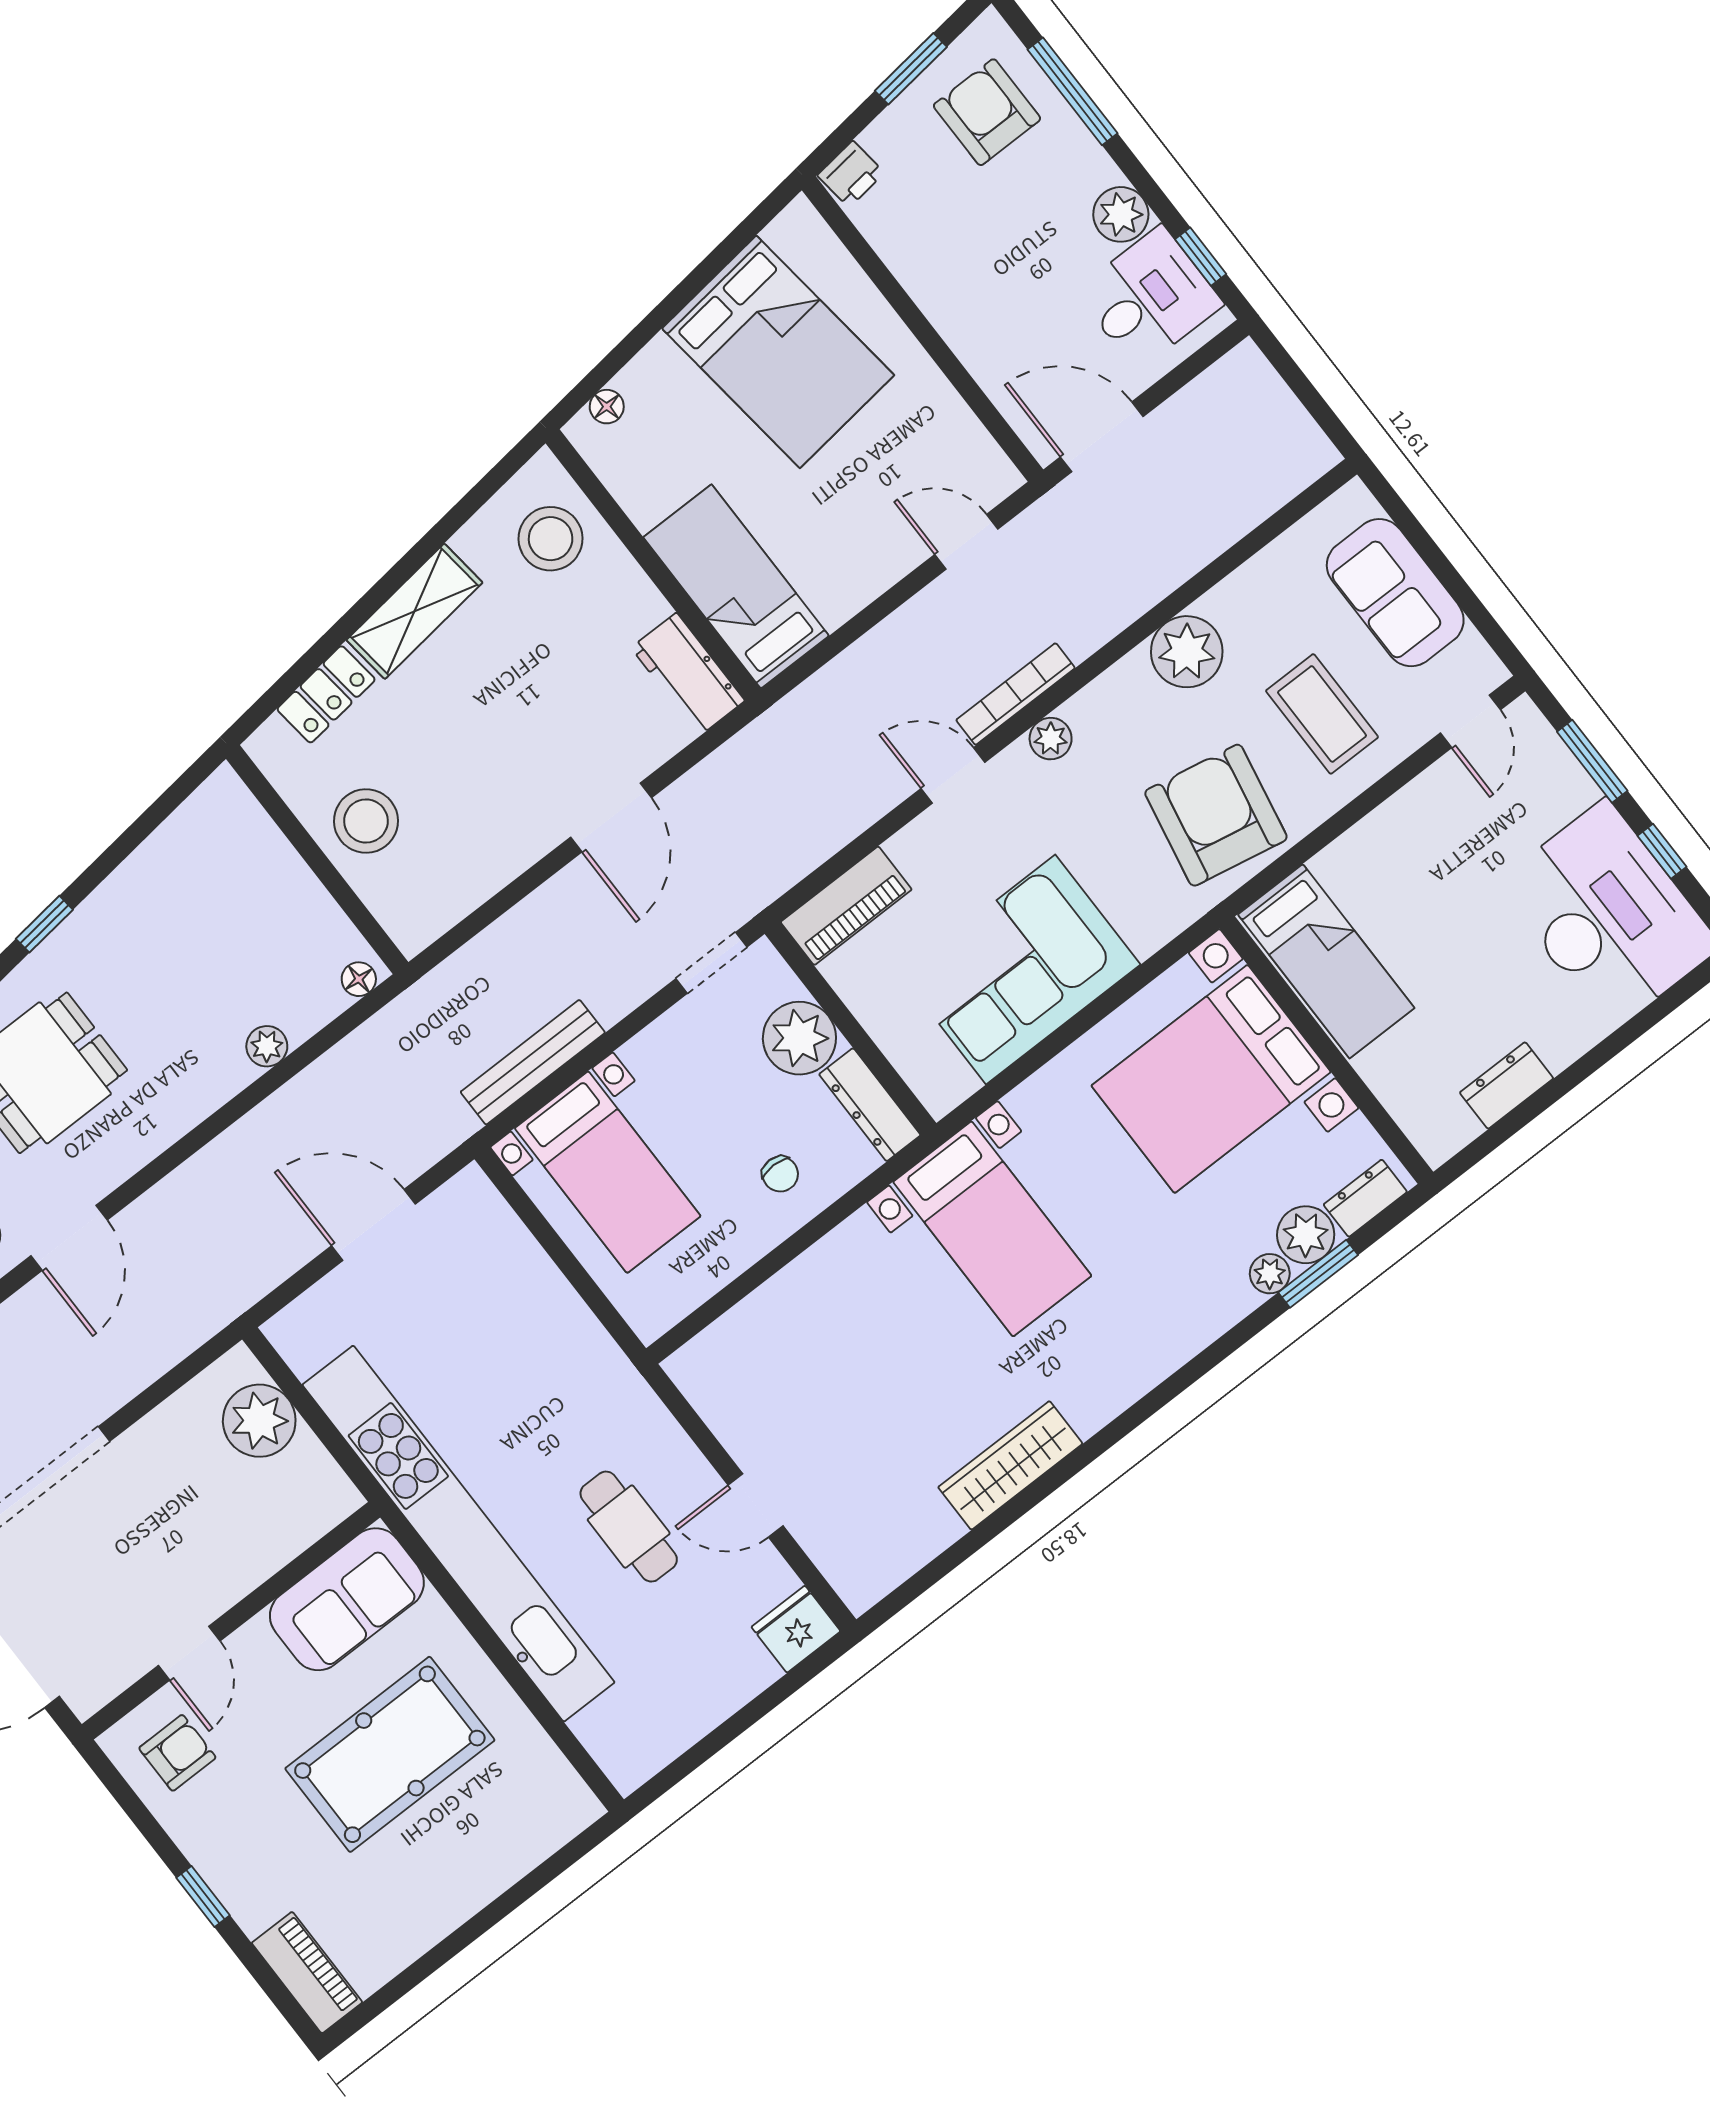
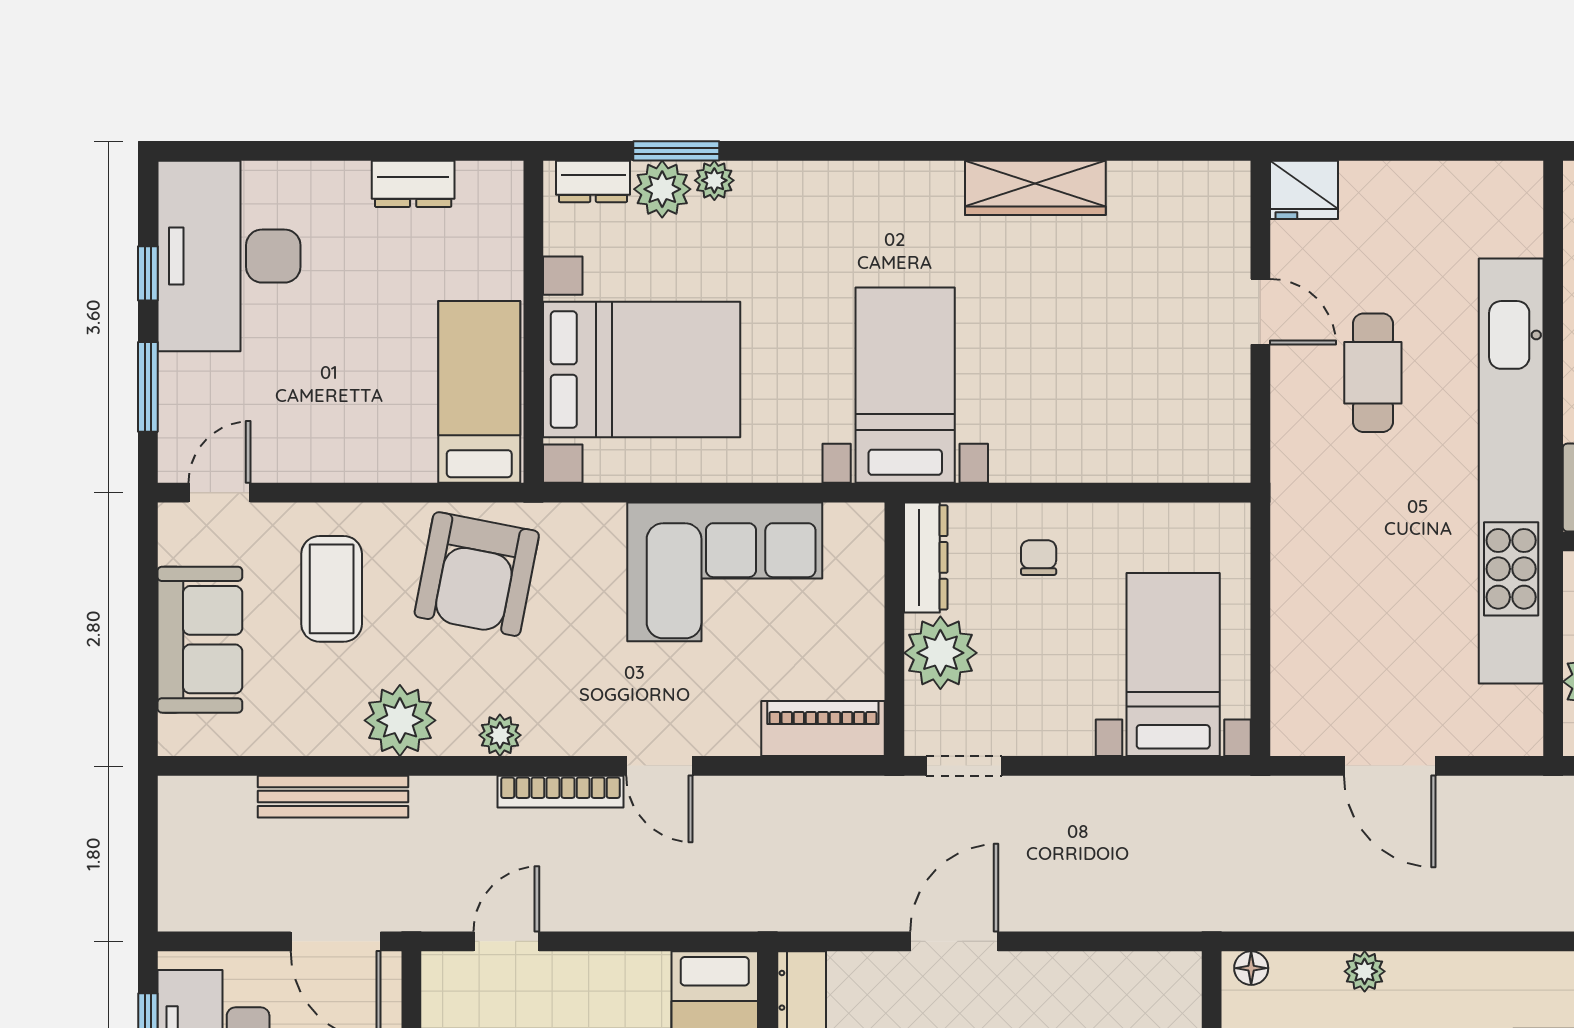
door: (966, 542) -> (506, 941), swing flipped
plant: (1051, 739) -> (500, 735), moved
bench: (533, 1062) -> (333, 797), moved

